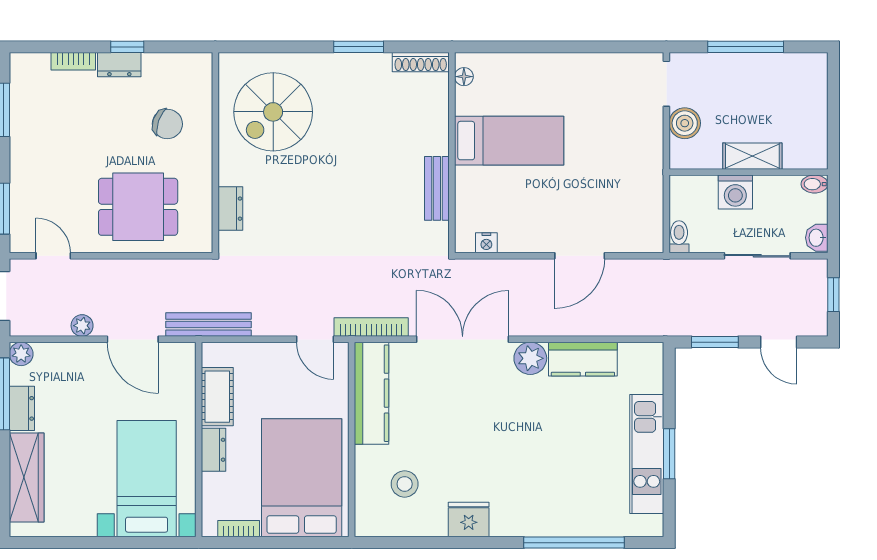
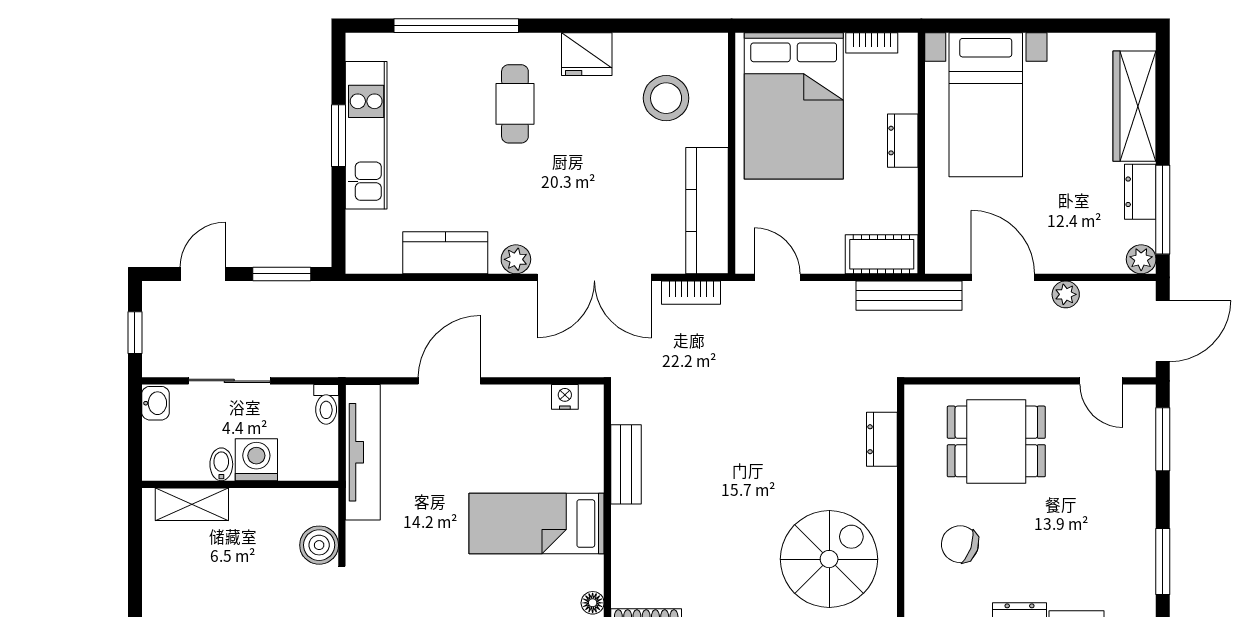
shelving: (752, 156) -> (192, 504), moved
bidet: (814, 184) -> (221, 464), moved, turned -90
tv unit: (650, 198) -> (363, 452), added
bookcase: (371, 327) -> (691, 293), width x0.64
door: (779, 342) -> (203, 274), hinge flipped
plant: (530, 358) -> (516, 259), width x0.73, depth x0.73
cot: (217, 397) -> (882, 254), moved, turned 90
cafe table: (527, 479) -> (515, 104), added
stool: (405, 484) -> (666, 98), width x1.38, depth x1.38

